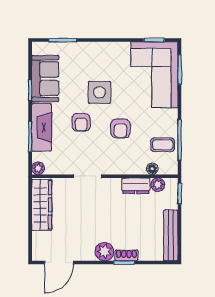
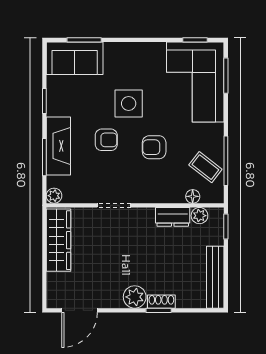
sofa: (45, 79) -> (75, 58), moved, turned 90
armchair: (81, 122) -> (106, 140), turned -90
armchair: (120, 128) -> (154, 147), turned 90
coffee table: (163, 145) -> (205, 167), turned 38

